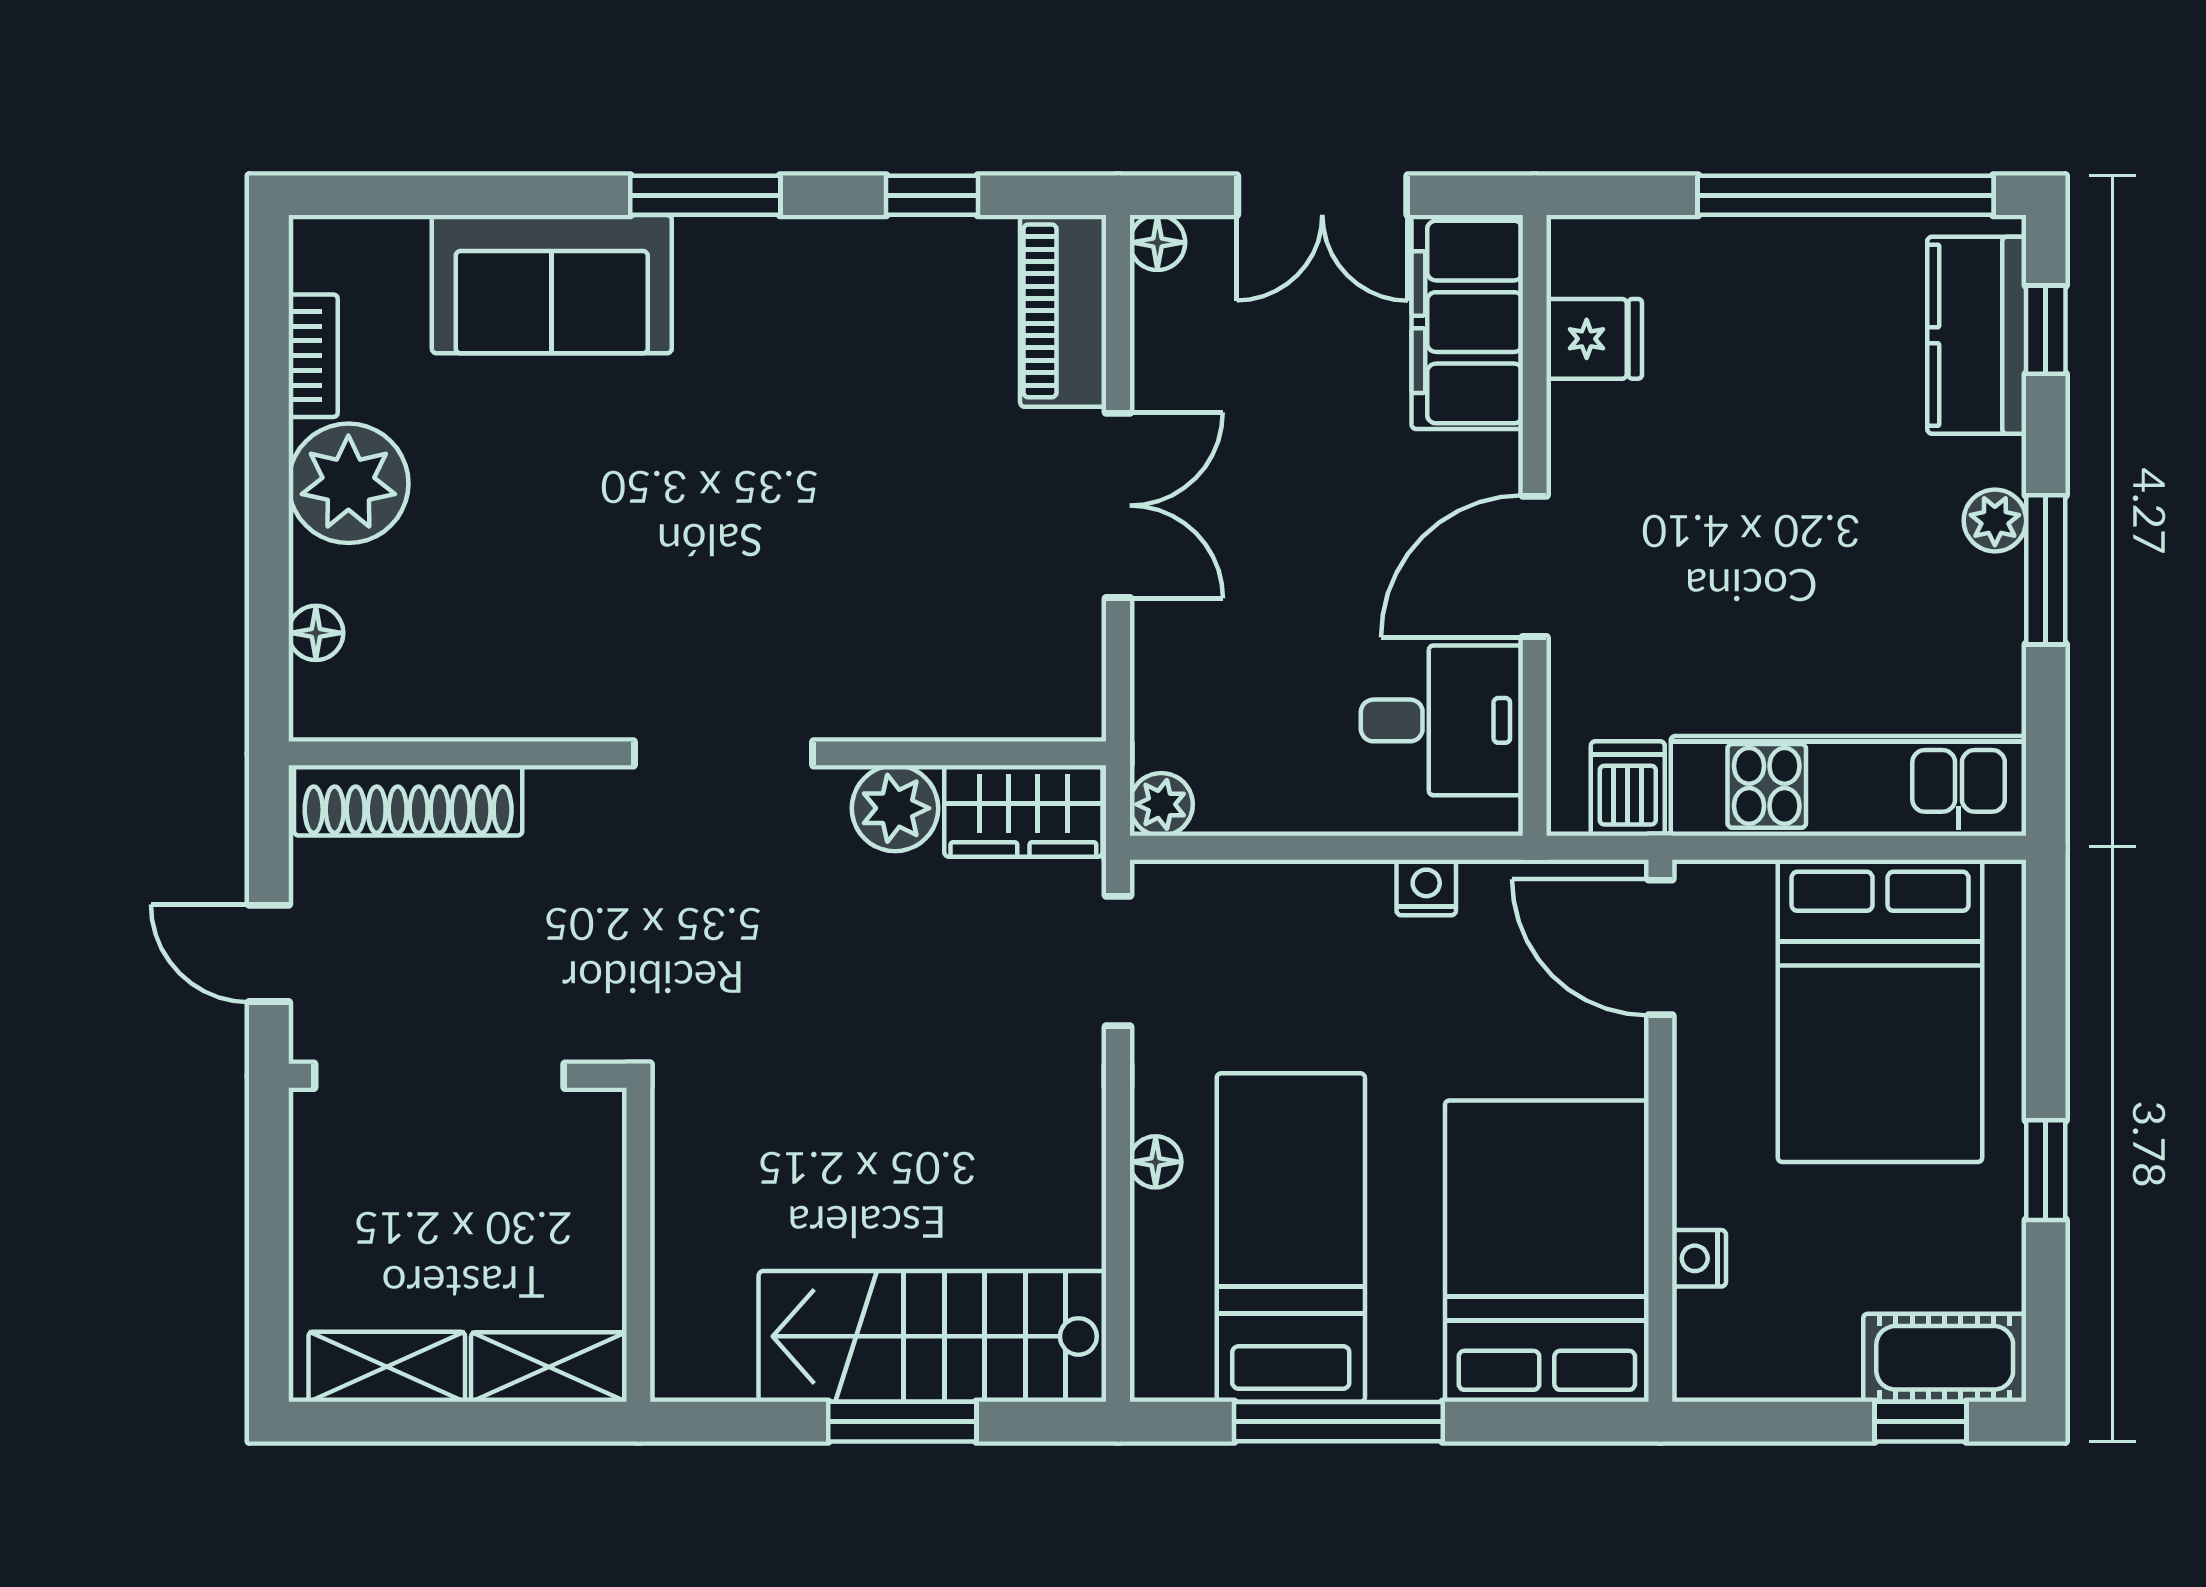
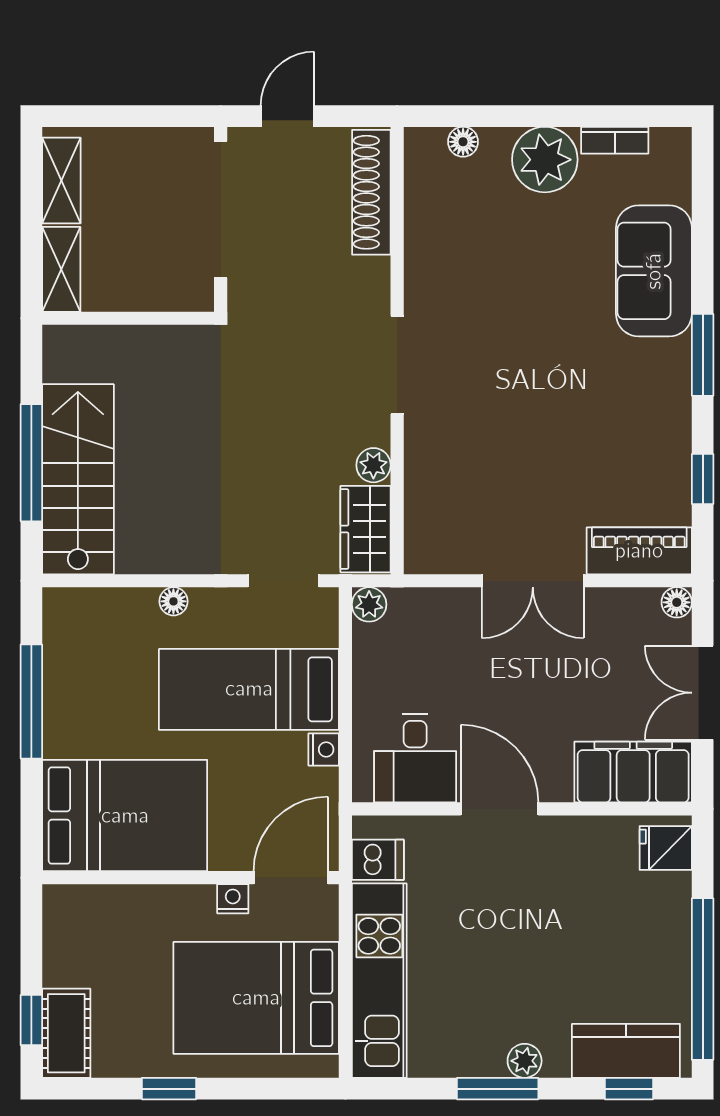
fridge: (1594, 339) -> (666, 848), moved, turned 90
plant: (895, 808) -> (373, 465), width x0.73, depth x0.73
bed: (1291, 1238) -> (249, 689), moved, turned 180
nightstand: (1699, 1258) -> (233, 899), moved
window: (902, 1422) -> (31, 463), width x1.44

